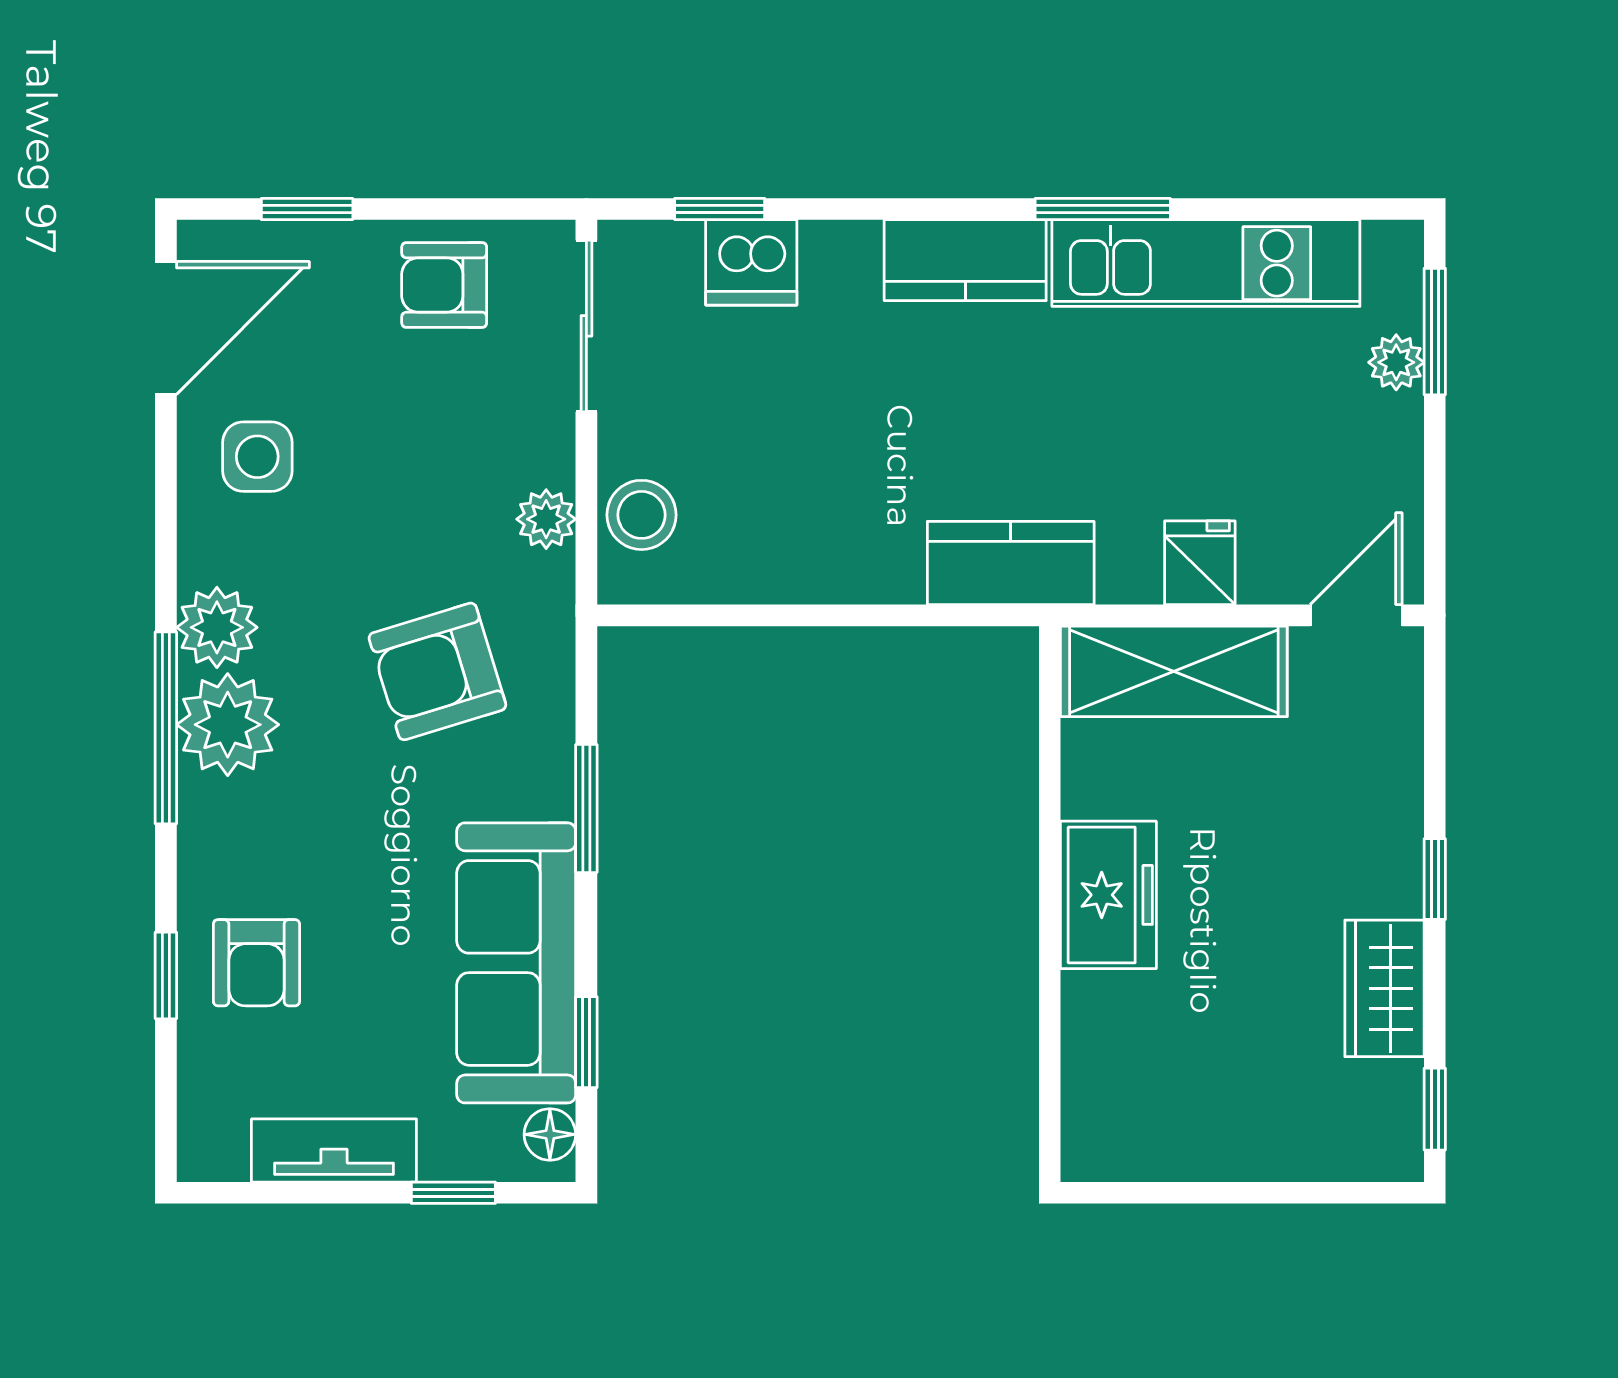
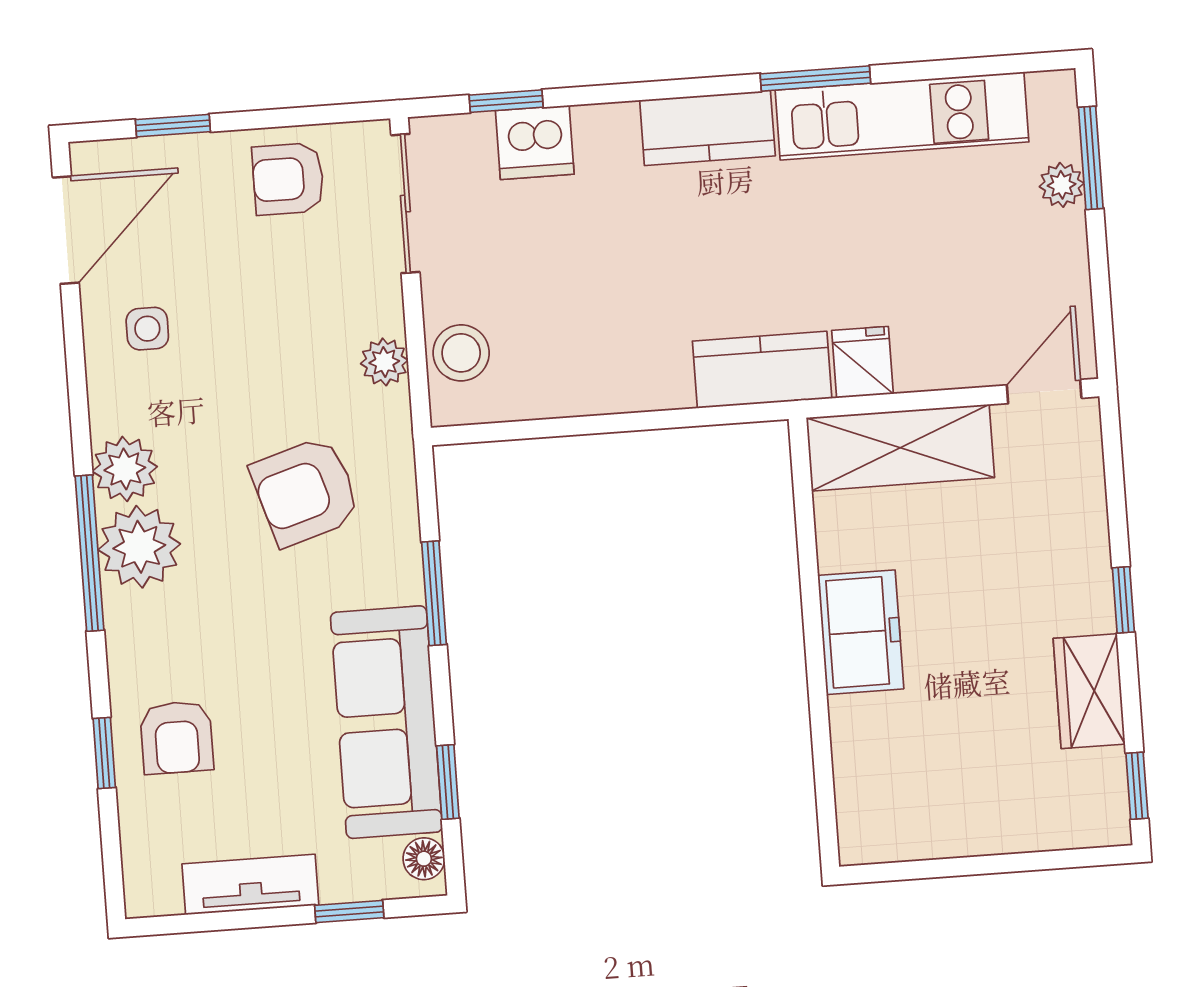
side table: (257, 457) -> (147, 329), width x0.73, depth x0.73
fridge: (1200, 563) -> (862, 362), moved

